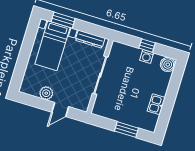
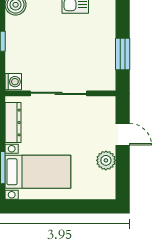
washing machine: (147, 56) -> (13, 82), moved
window: (126, 130) -> (123, 54), moved

